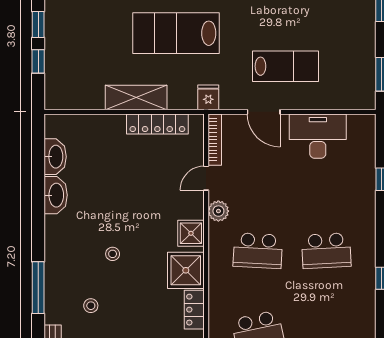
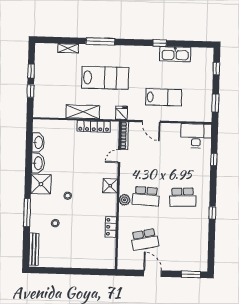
lab bench: (176, 33) -> (105, 78), turned 180
desk: (318, 136) -> (196, 136), moved
plant: (218, 211) -> (125, 200), moved
shower: (186, 270) -> (41, 184), moved

